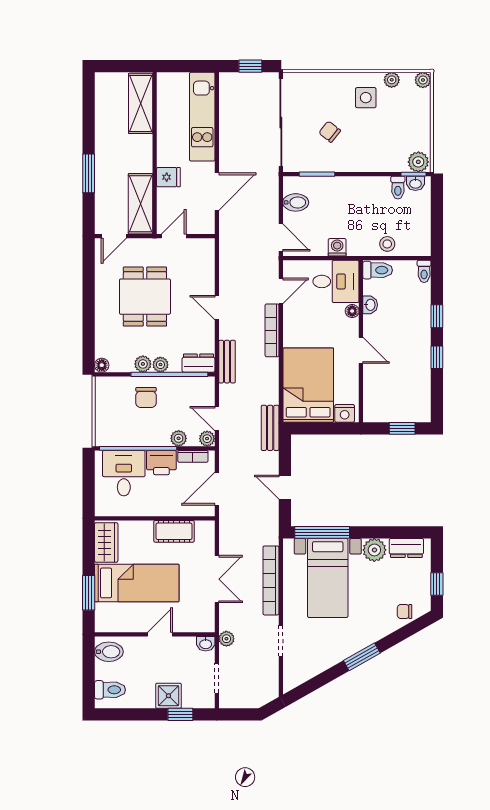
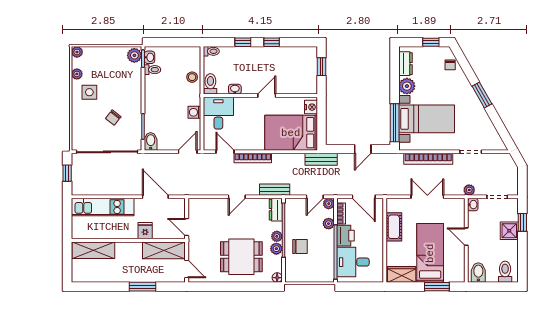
bidet: (296, 202) -> (151, 141), moved
dining table: (145, 297) -> (241, 257), moved
floor lamp: (352, 311) -> (239, 102), removed

